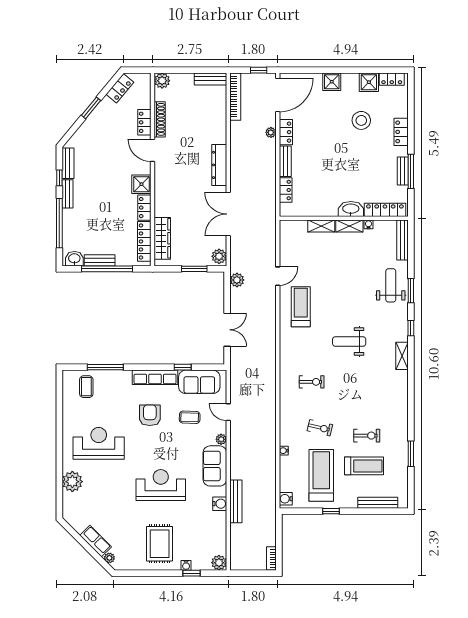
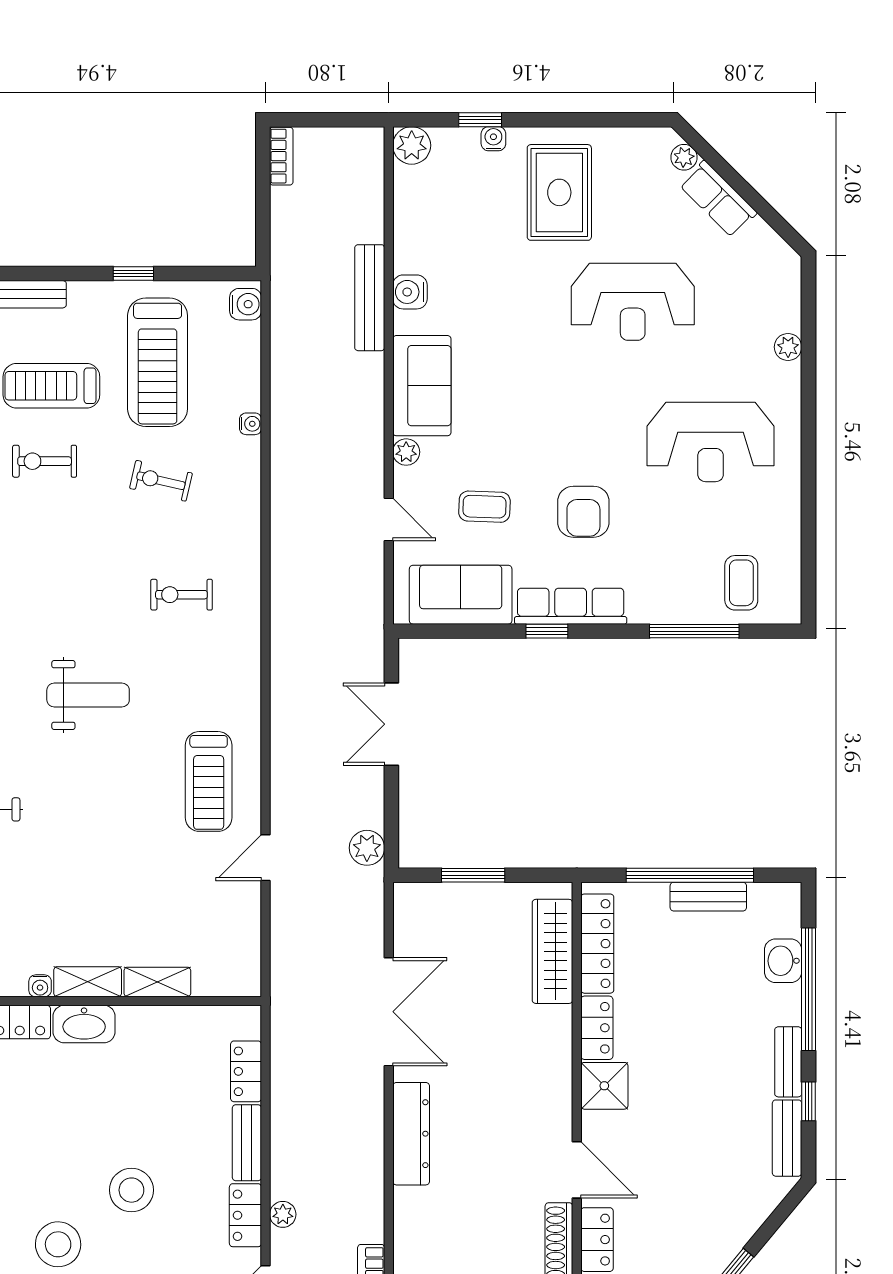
stool: (332, 142) -> (131, 1190), added
plant: (219, 256) -> (411, 907), removed
washbasin: (74, 259) -> (783, 961), moved, turned 90
window: (183, 367) -> (547, 631), moved
plant: (72, 482) -> (788, 347), width x0.53, depth x0.53
reception desk: (161, 485) -> (633, 302), moved

